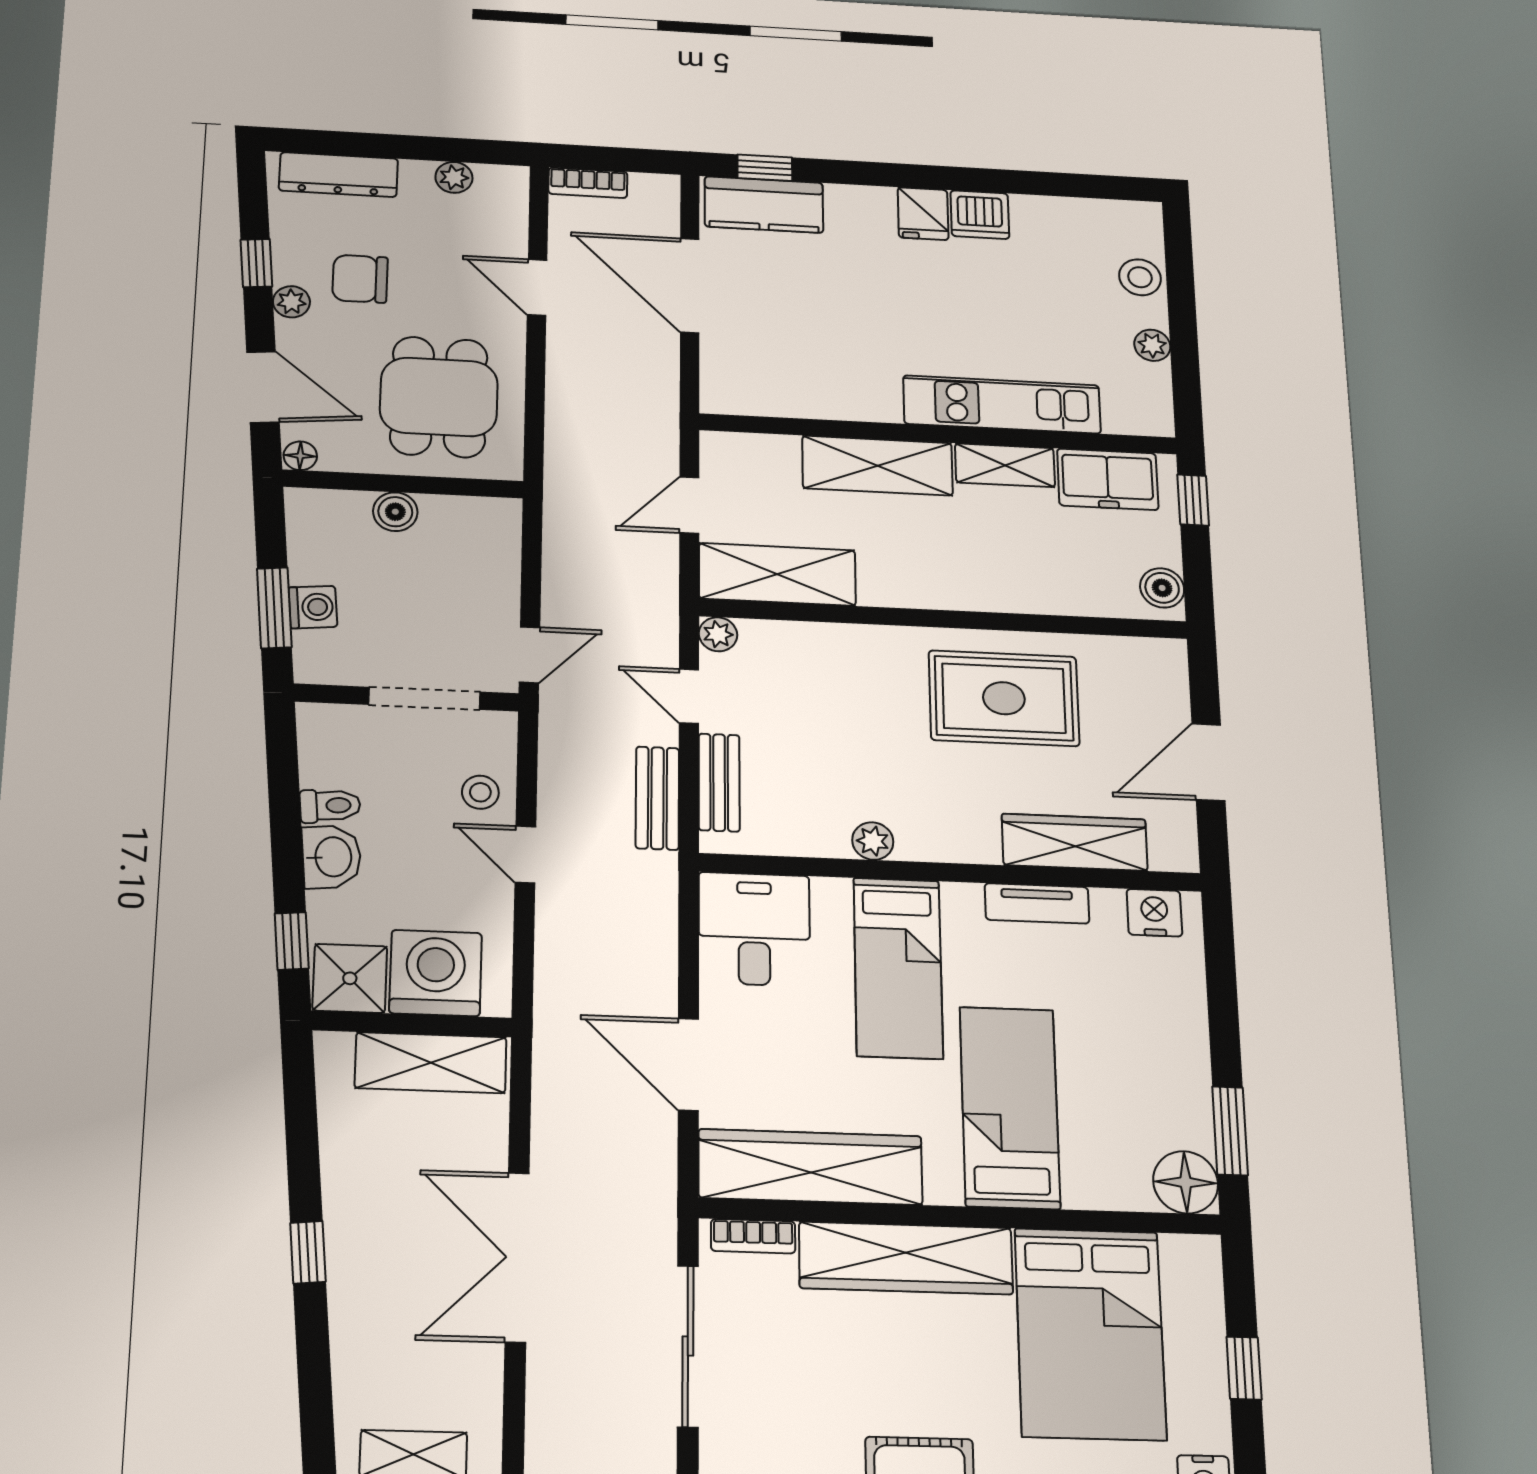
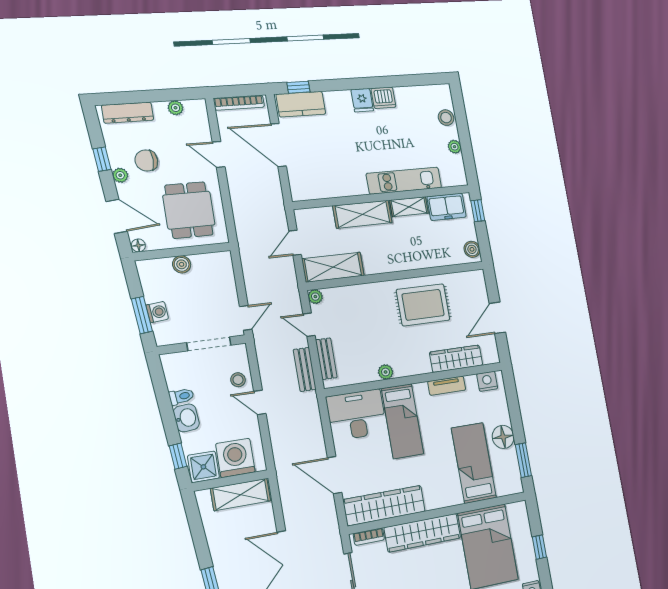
bookcase: (588, 183) -> (239, 103), width x1.56
desk: (754, 929) -> (356, 415), width x1.37
bed: (1010, 1107) -> (474, 463), moved
floor lamp: (1186, 1182) -> (503, 437), moved

